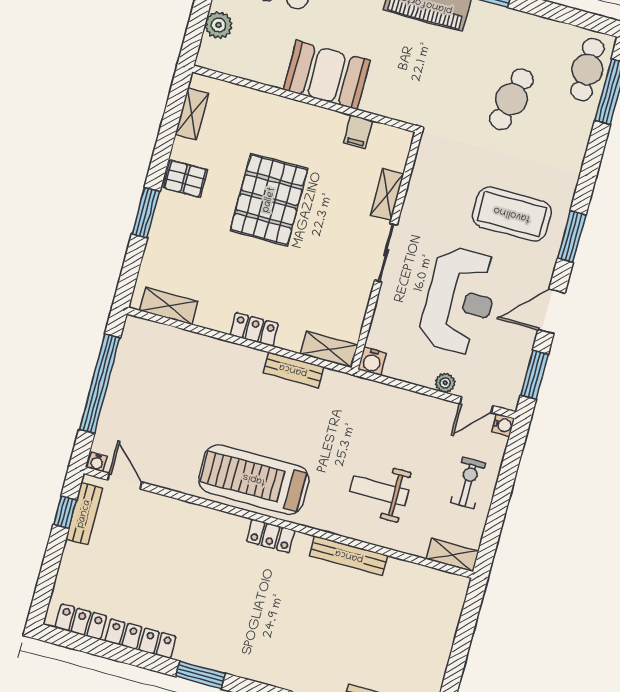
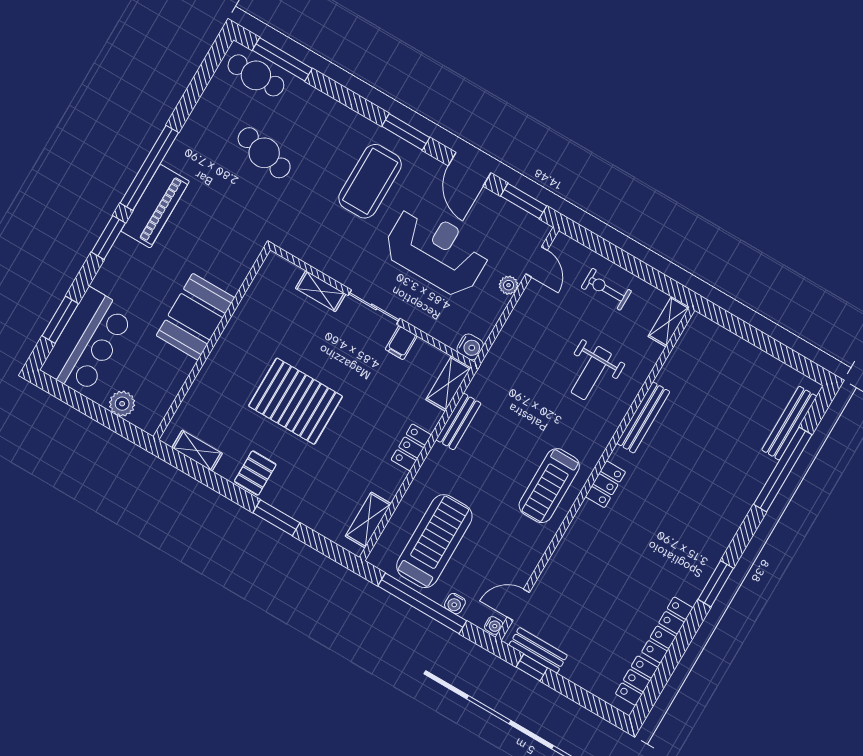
filing cabinet: (358, 132) -> (401, 343), moved, turned 90
treadmill: (166, 379) -> (434, 541), added
water cooler: (503, 425) -> (455, 604), moved, turned 180
treadmill: (254, 479) -> (549, 486), width x0.73, depth x0.73

